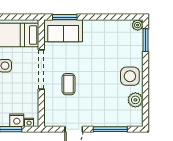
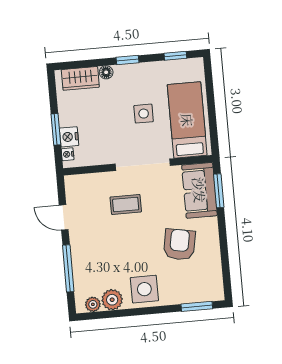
plant: (138, 25) -> (93, 304), moved
armchair: (100, 48) -> (179, 245), added

